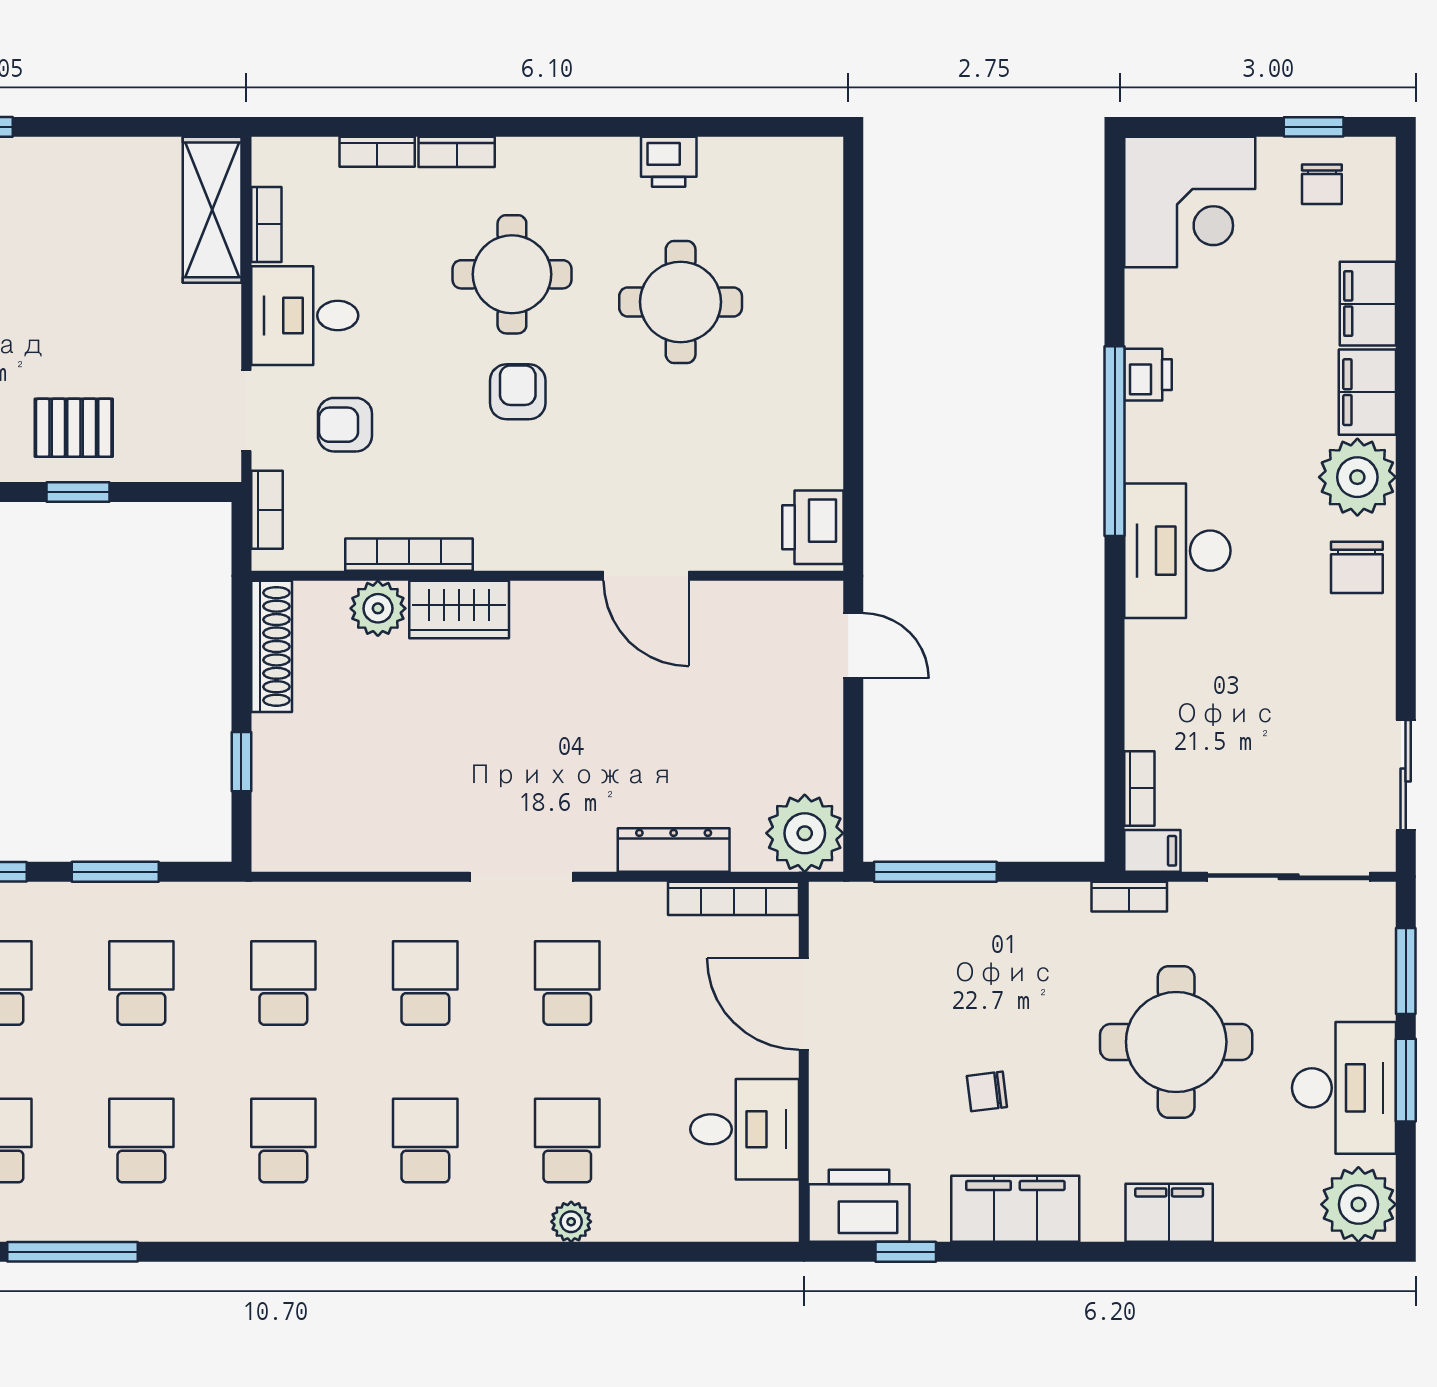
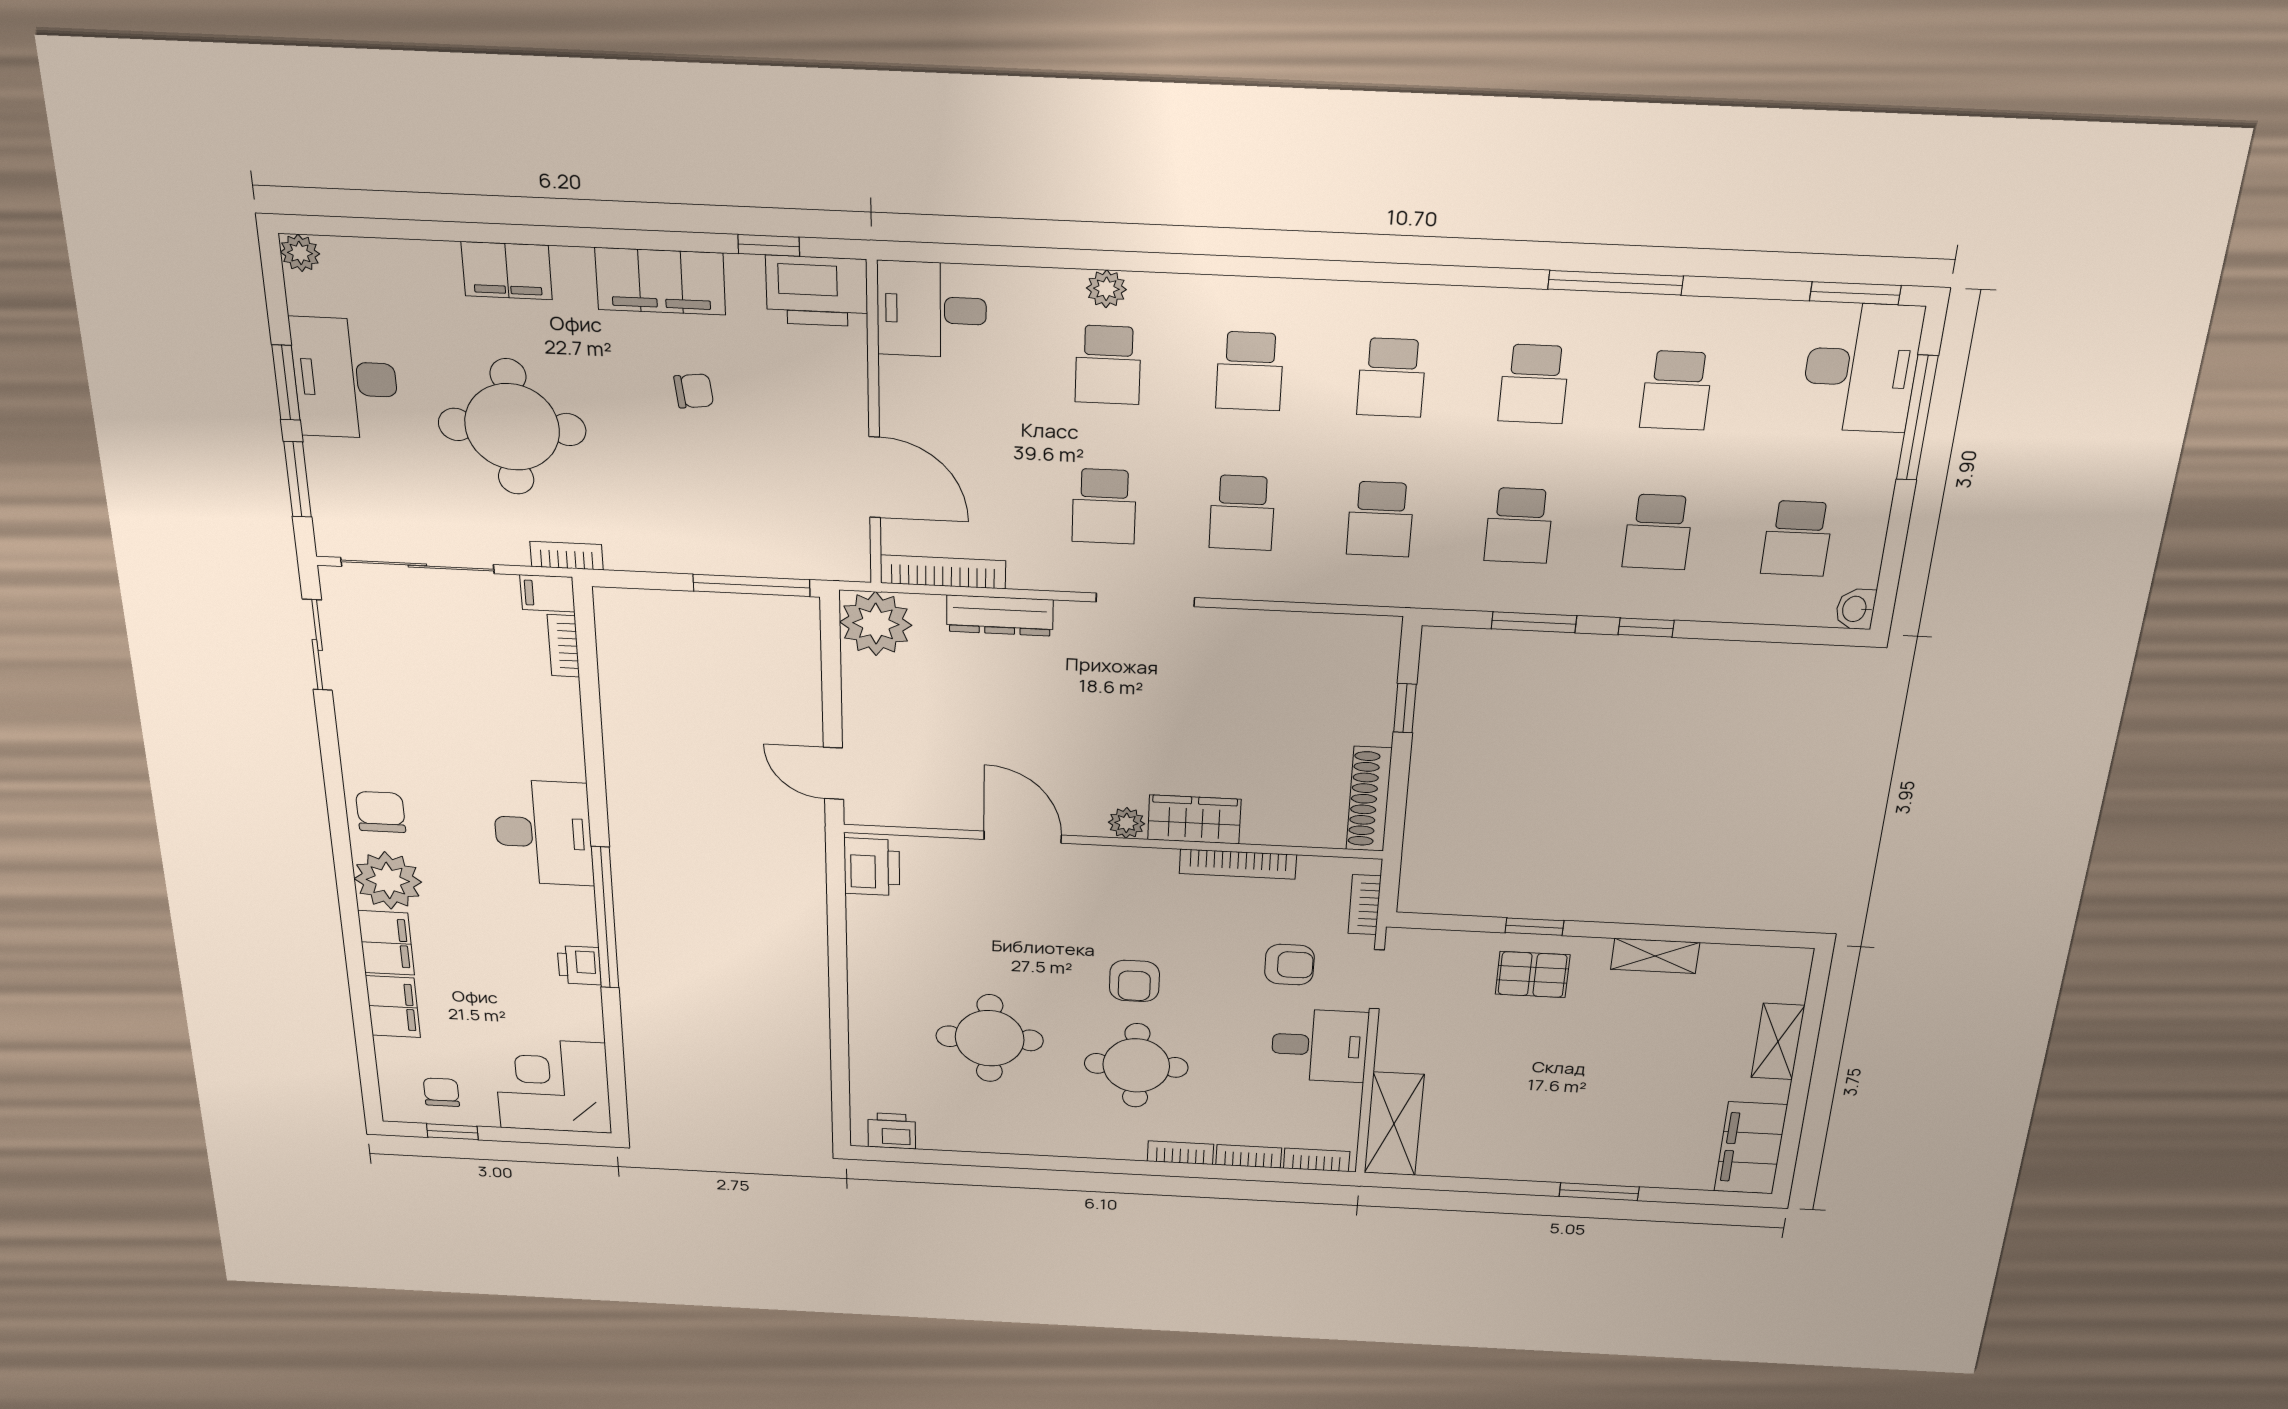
printer: (669, 162) -> (892, 1131), moved
bookcase: (266, 224) -> (1317, 1160), moved, turned 90
plant: (378, 608) -> (1126, 823), moved, width x0.73, depth x0.73
desk: (745, 1129) -> (932, 310), moved
plant: (1358, 1204) -> (300, 253), width x0.53, depth x0.53

